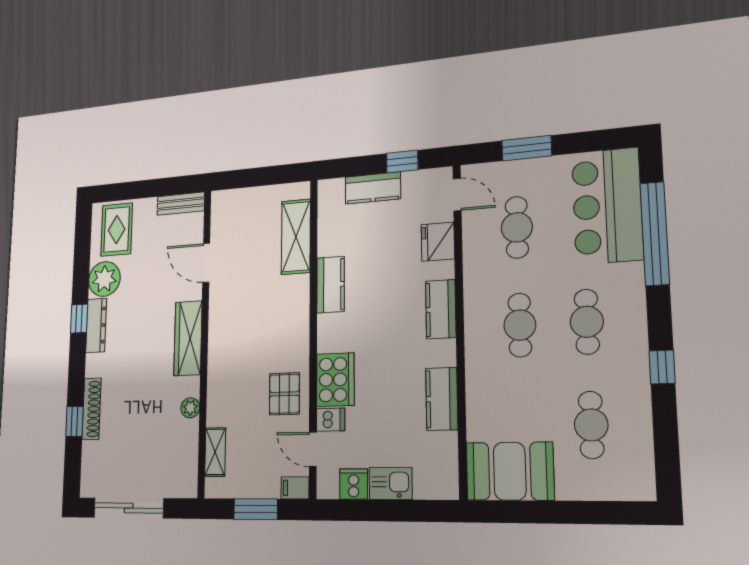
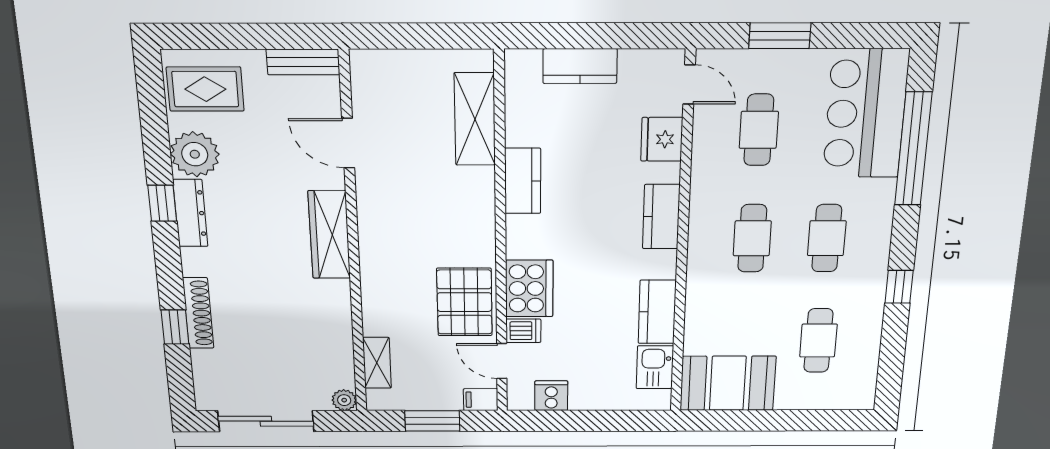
window: (402, 161) -> (620, 36), removed
rug: (117, 230) -> (205, 89), turned 90
pallet: (284, 394) -> (464, 302), width x1.50, depth x1.42
plant: (190, 408) -> (344, 400), moved
kitchen sink: (391, 484) -> (655, 367), moved, turned -90

